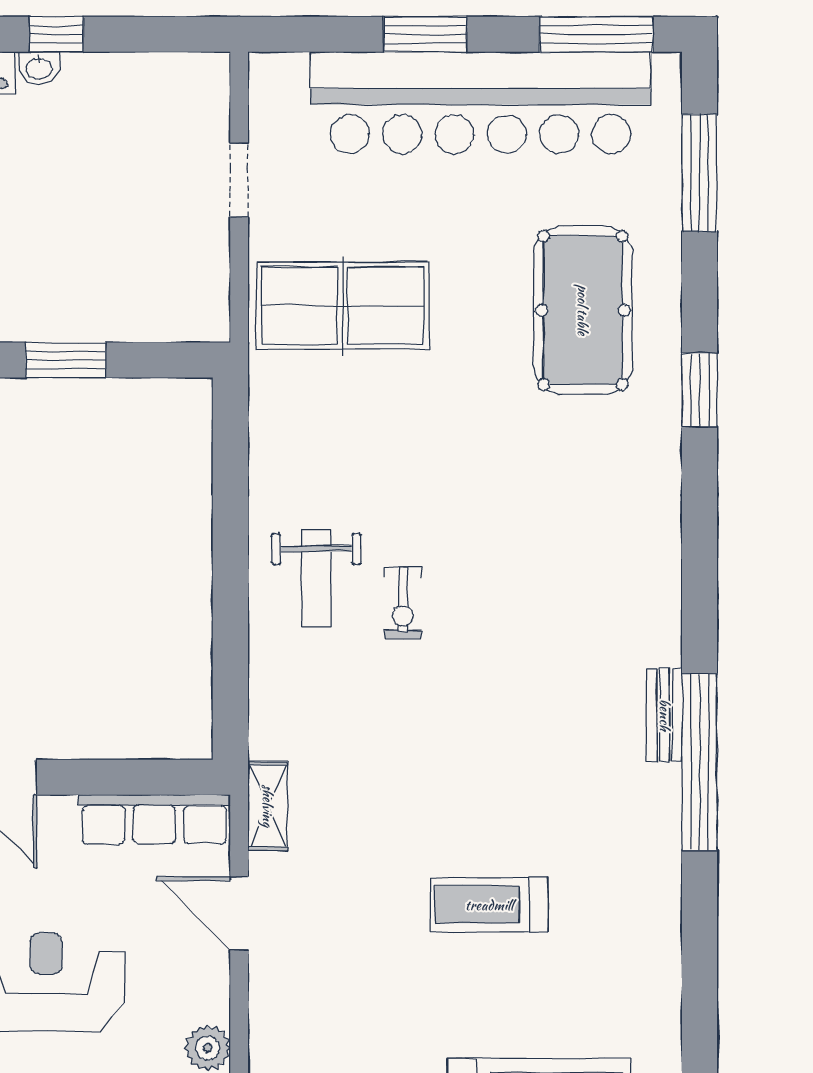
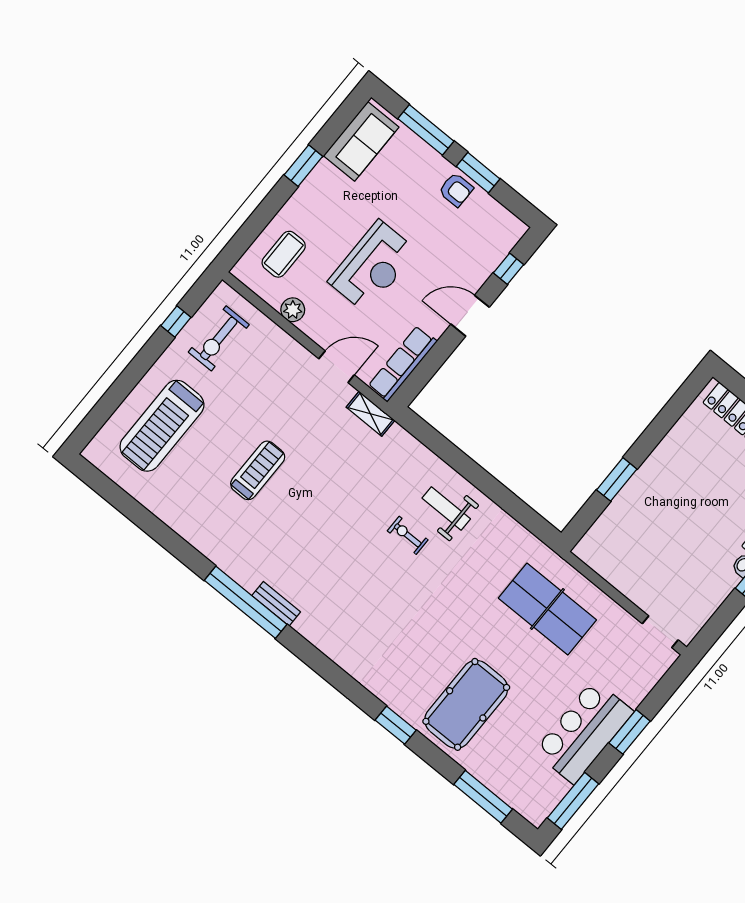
bar counter: (481, 103) -> (584, 732), width x0.54
doorway: (239, 180) -> (660, 632), moved
table tennis table: (343, 306) -> (547, 609), turned 90
pool table: (583, 310) -> (466, 704), turned 90

